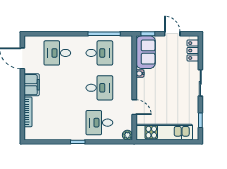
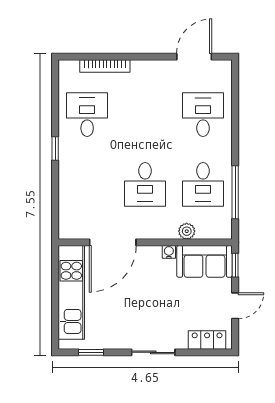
filing cabinet: (32, 85) -> (150, 72), removed
door: (134, 107) -> (113, 242), width x1.87
desk: (99, 123) -> (87, 115), moved
plant: (127, 135) -> (187, 231), moved

